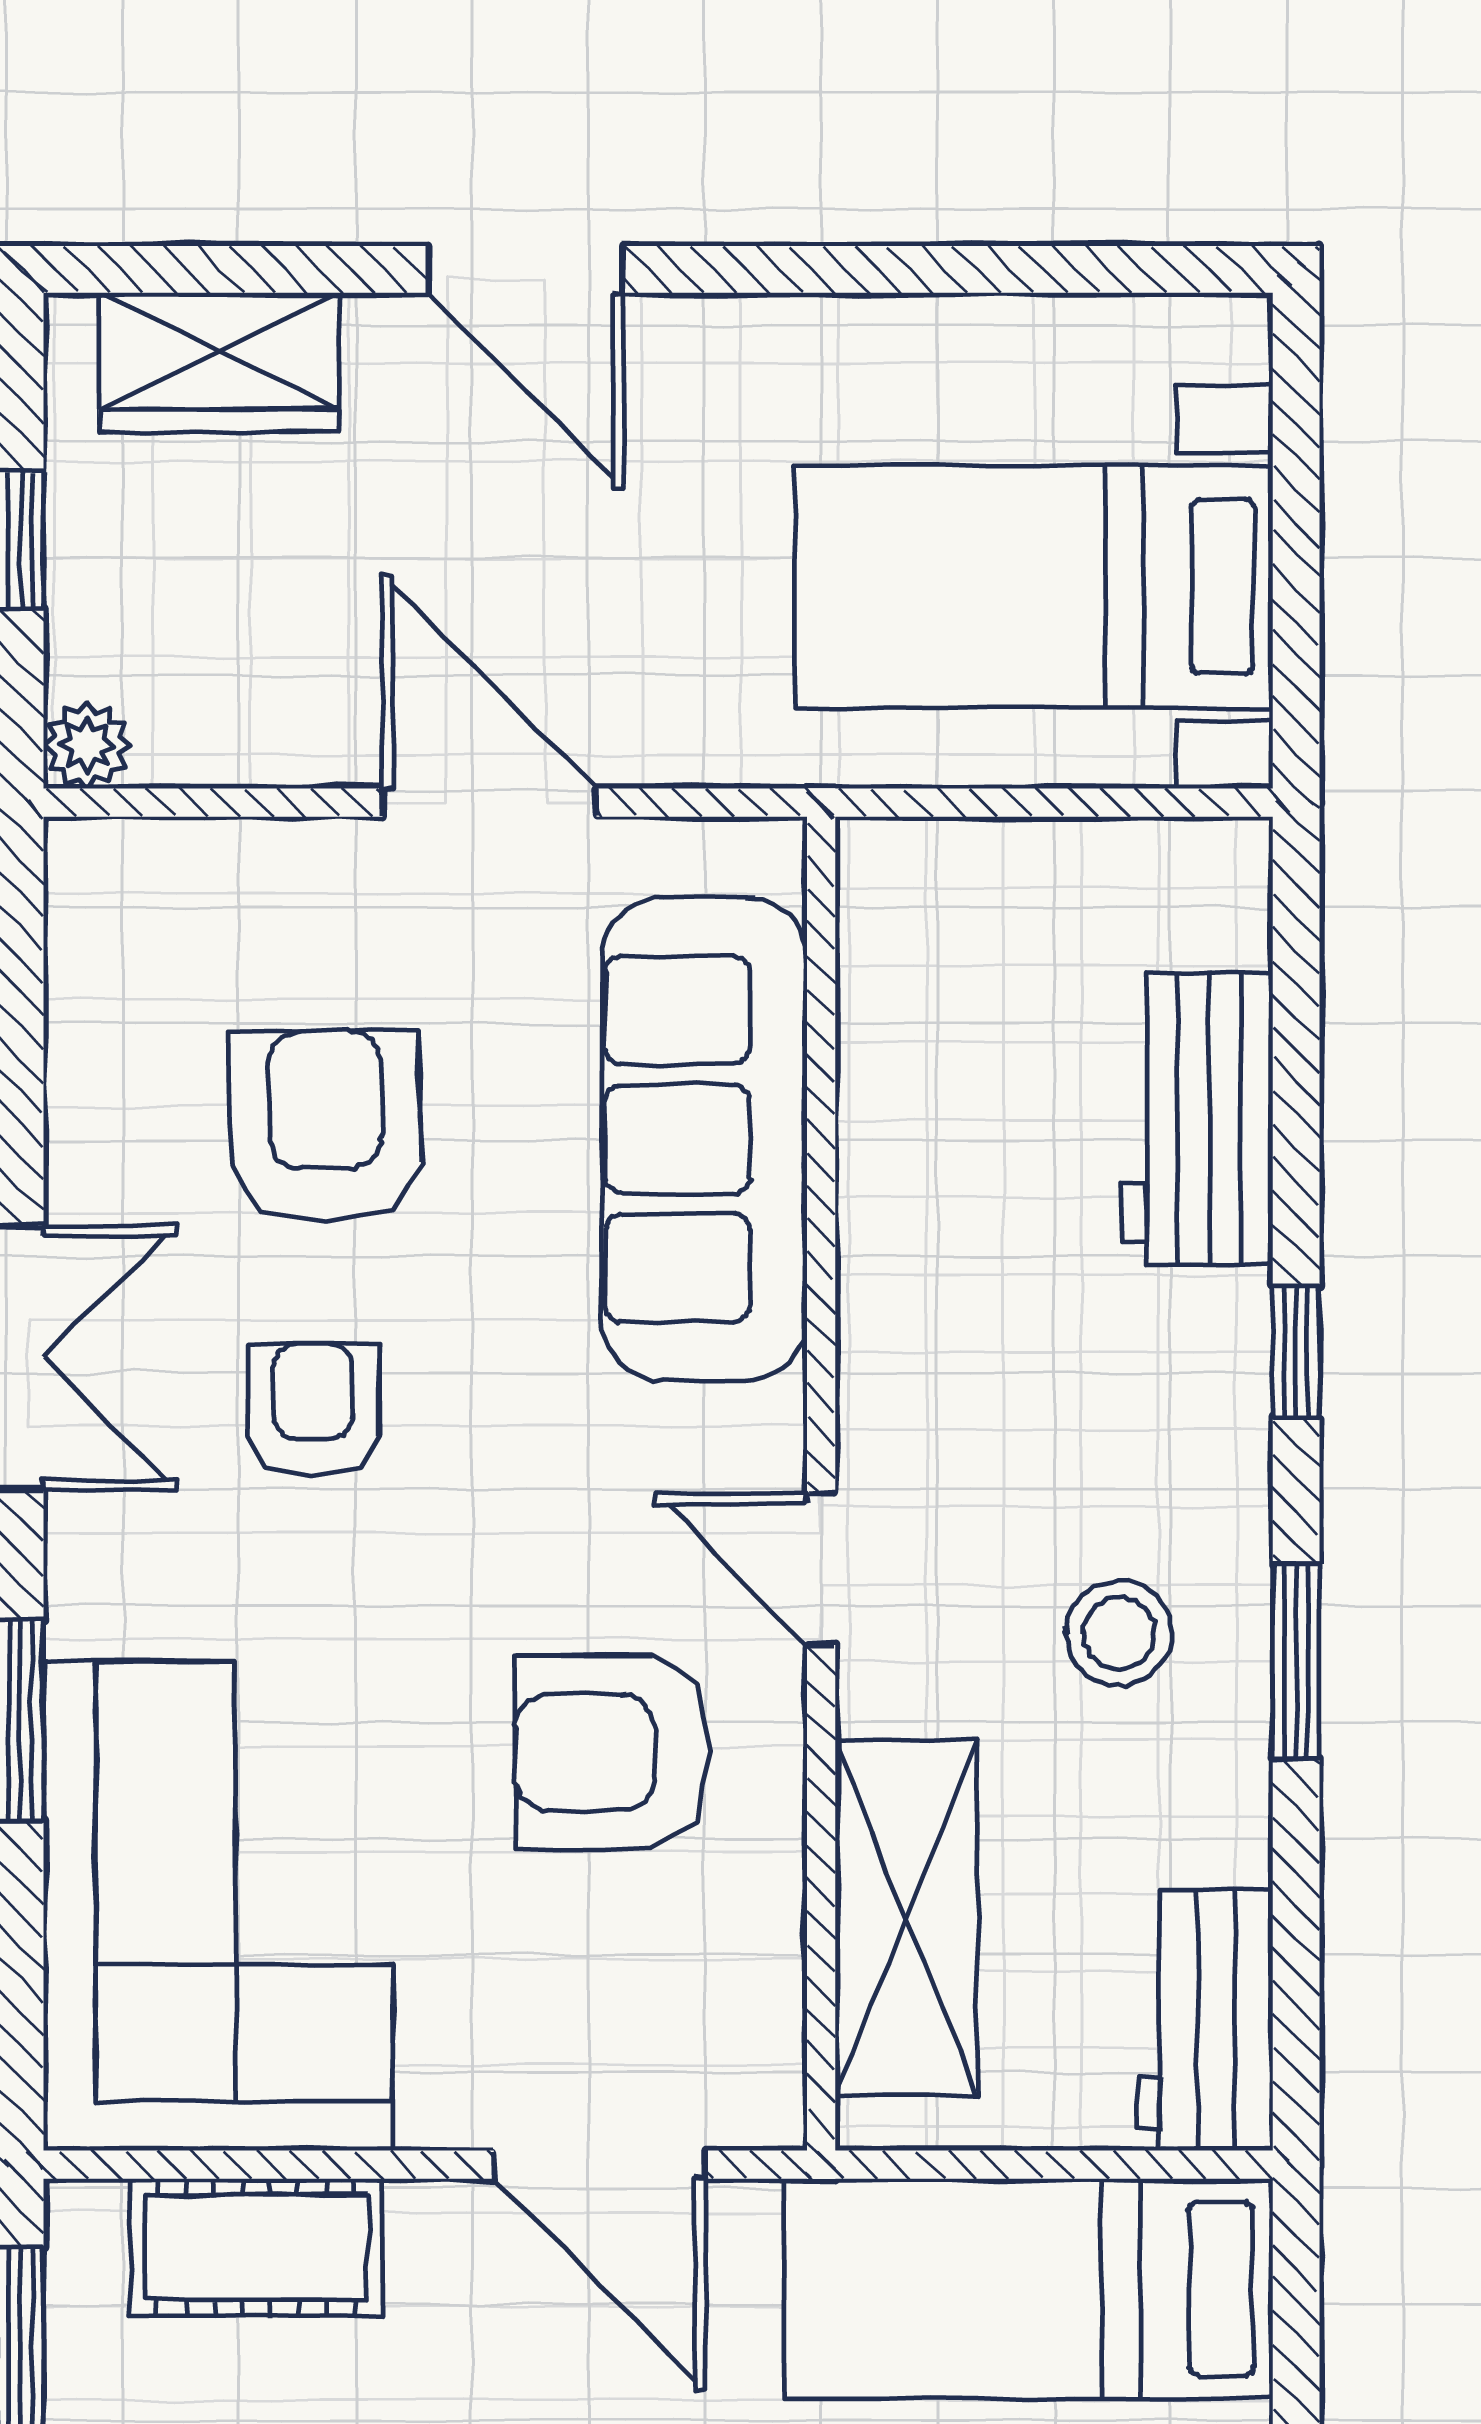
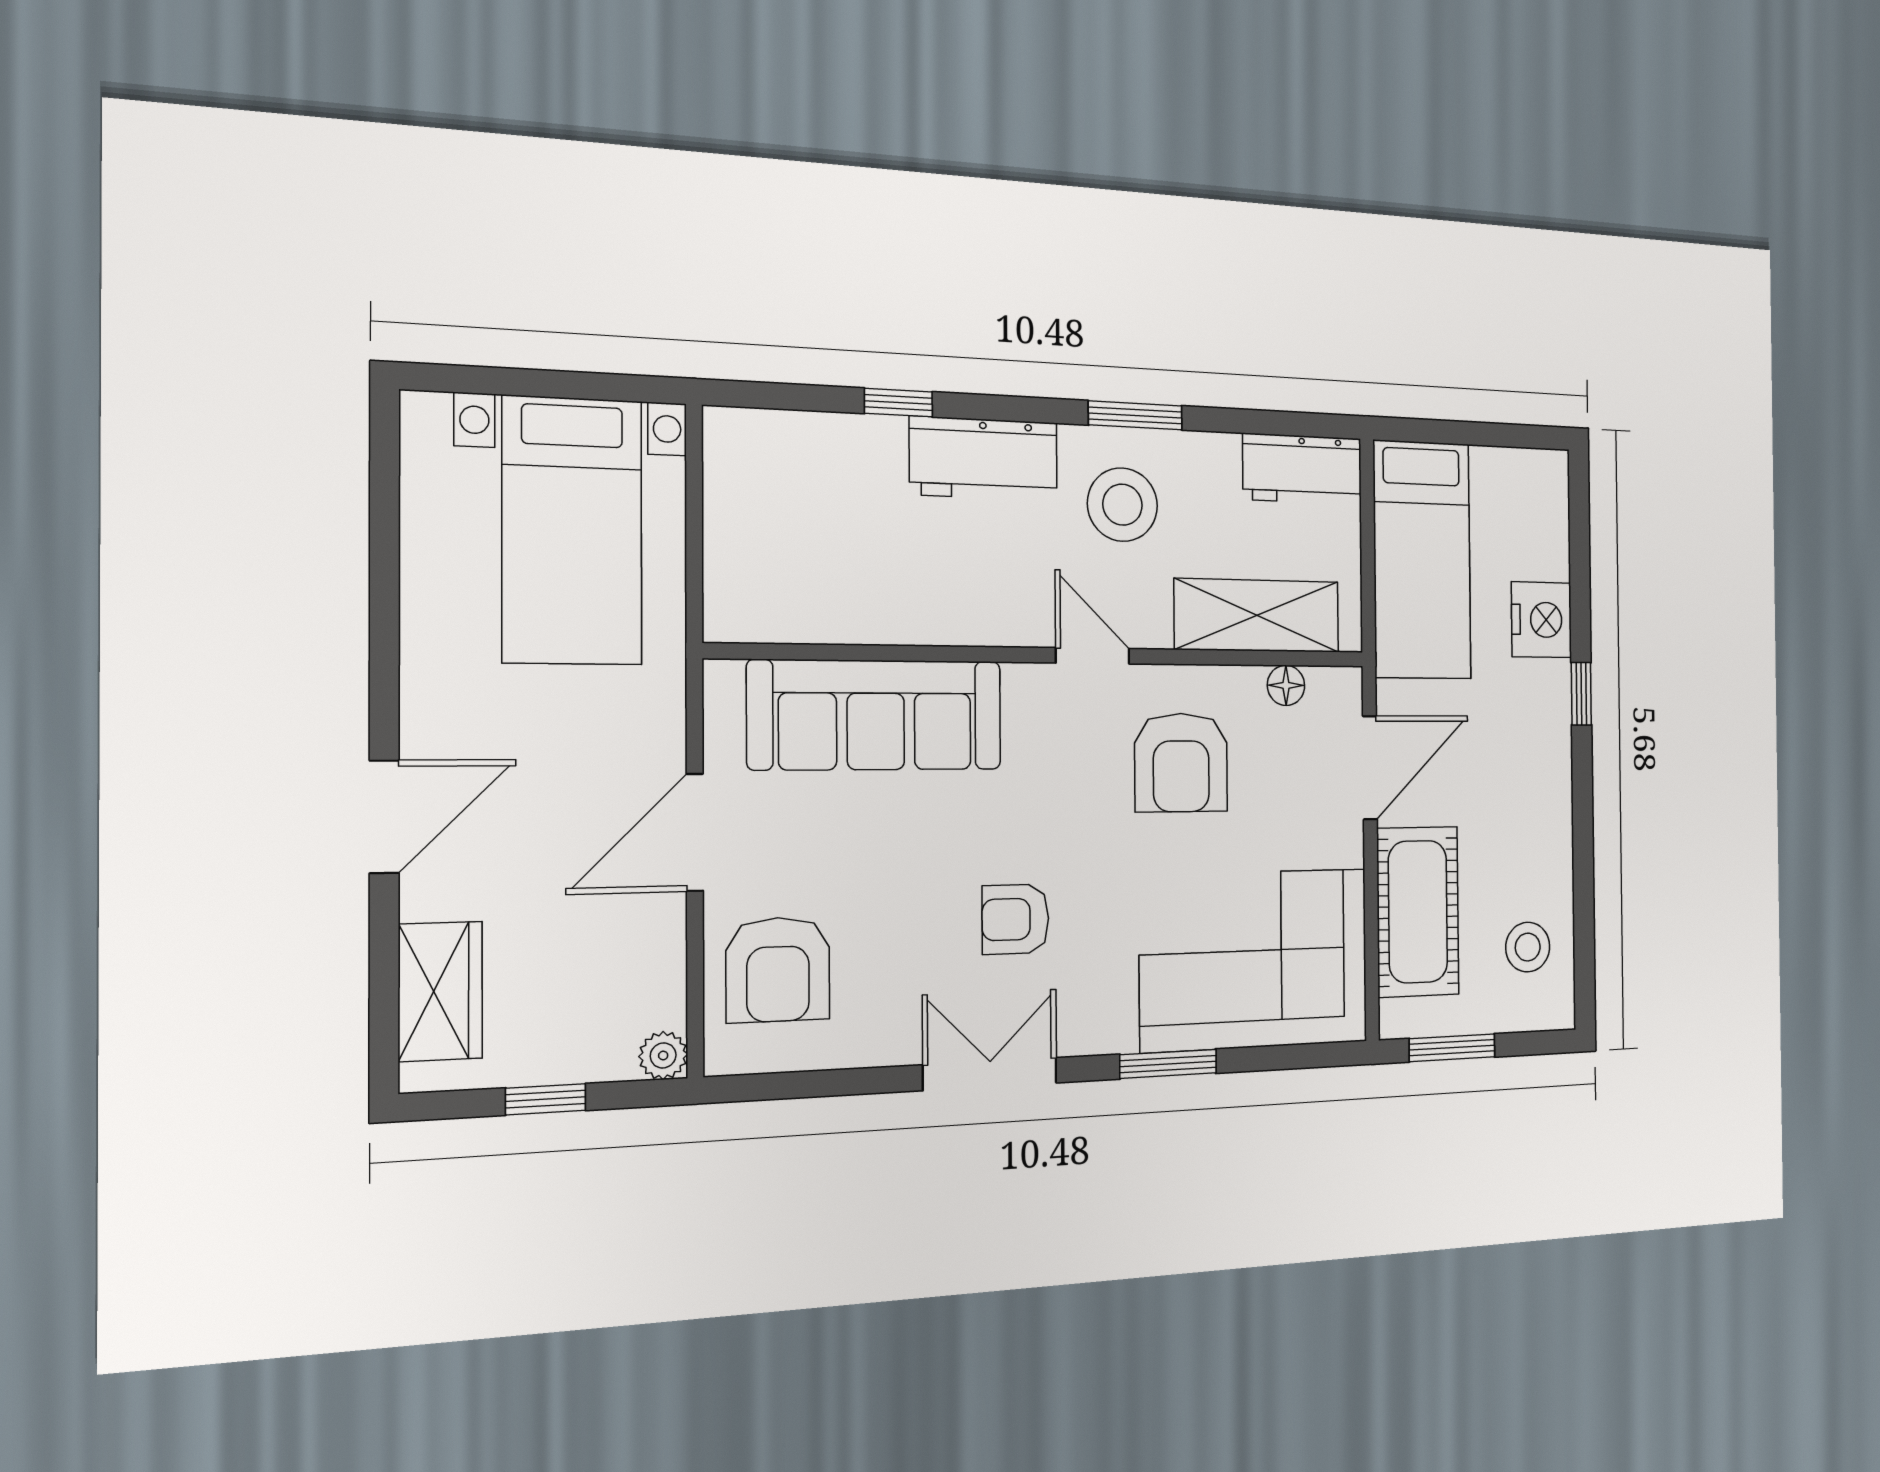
workbench: (1197, 1119) -> (984, 459), moved
armchair: (326, 1127) -> (778, 969), moved, turned -89
window: (1296, 1352) -> (899, 403), moved
door: (821, 1569) -> (1093, 656), swing flipped
stool: (1119, 1633) -> (1122, 505), width x1.38, depth x1.38
floor lamp: (766, 1980) -> (1286, 685), added
cot: (256, 2247) -> (1418, 912), width x1.37, depth x1.34

